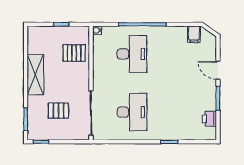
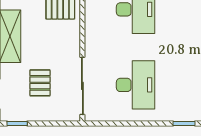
pallet: (58, 111) -> (40, 83), turned 90

